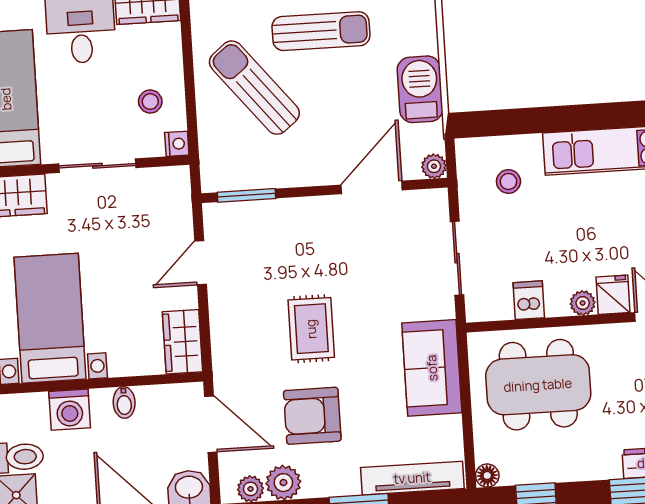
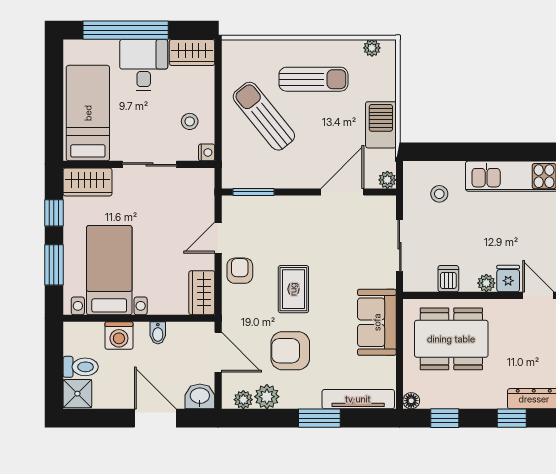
armchair: (234, 307) -> (240, 271), added

